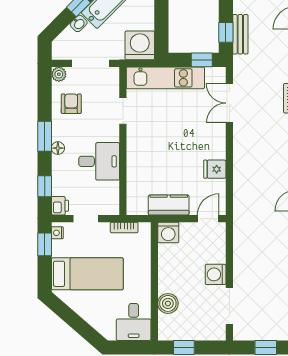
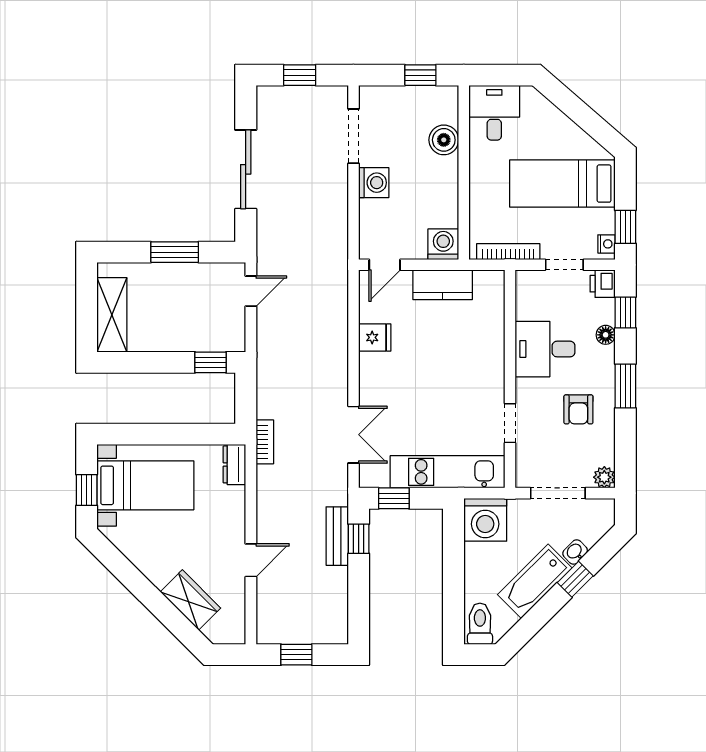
armchair: (71, 104) -> (578, 409), moved
floor lamp: (58, 148) -> (606, 335), moved
bookcase: (124, 228) -> (508, 252), width x1.56

